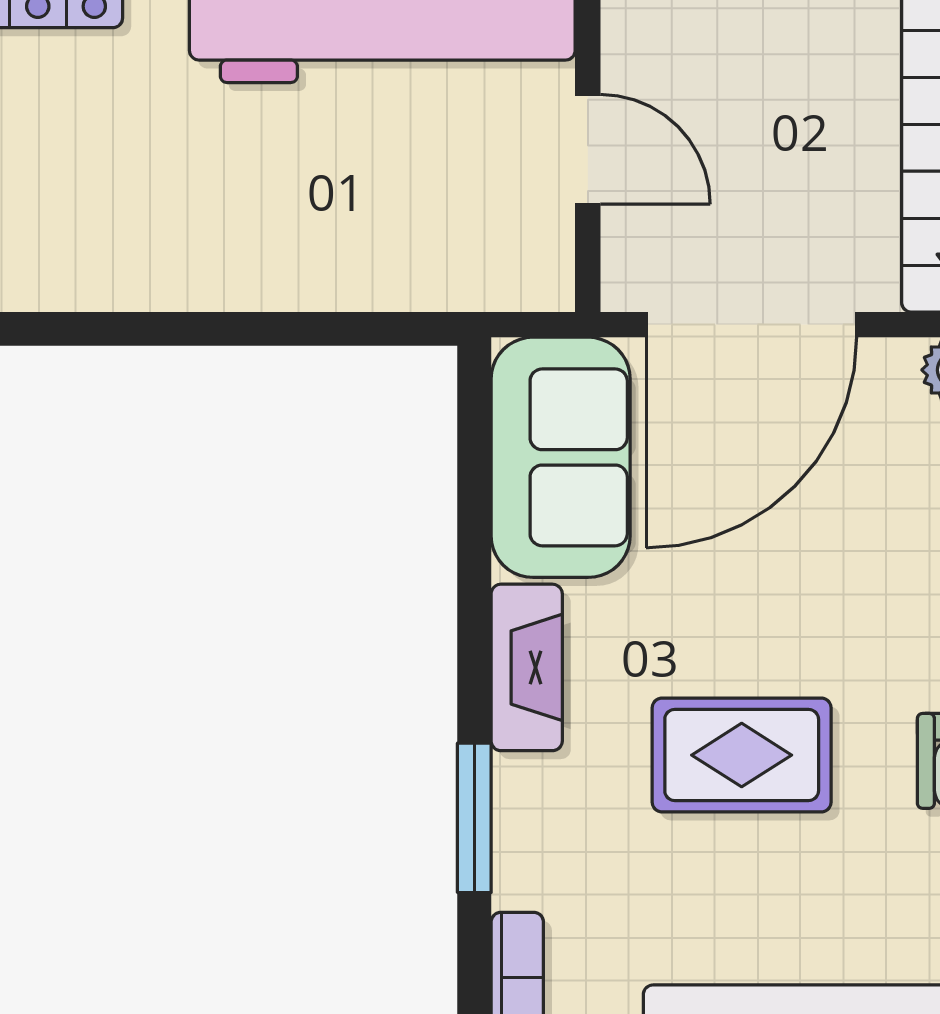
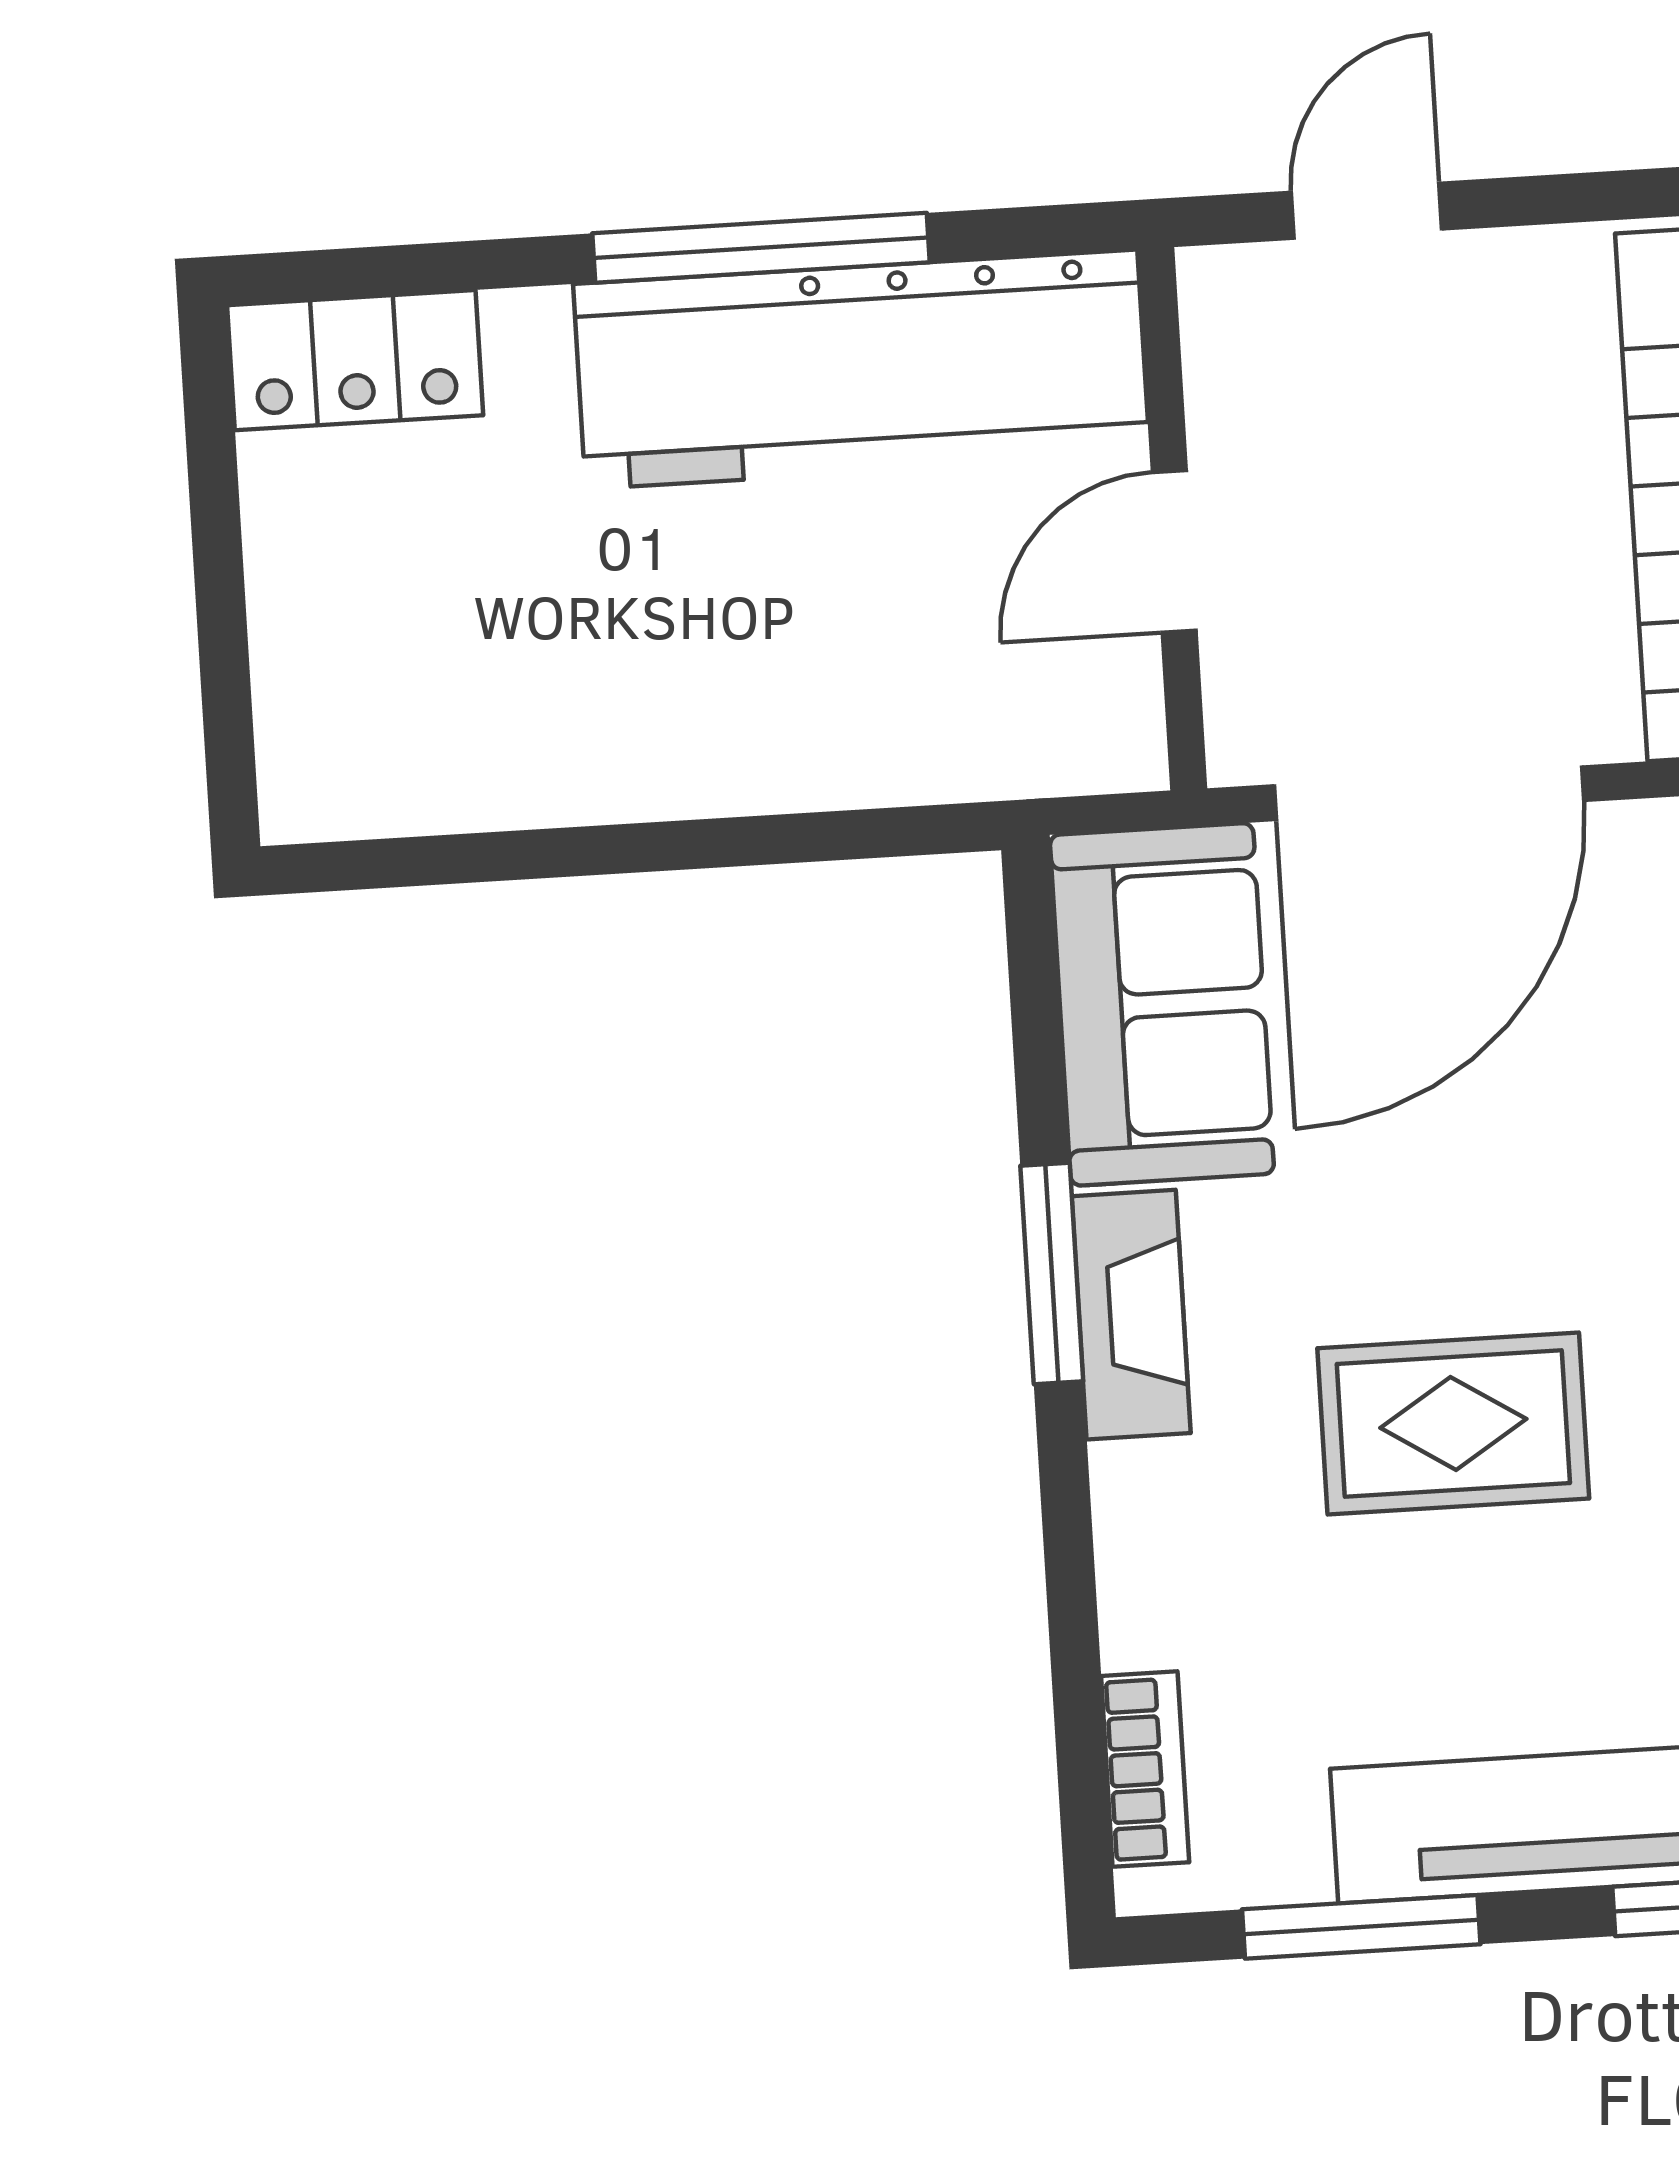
door: (588, 149) -> (1174, 551), swing flipped
window: (474, 818) -> (1052, 1273), moved

